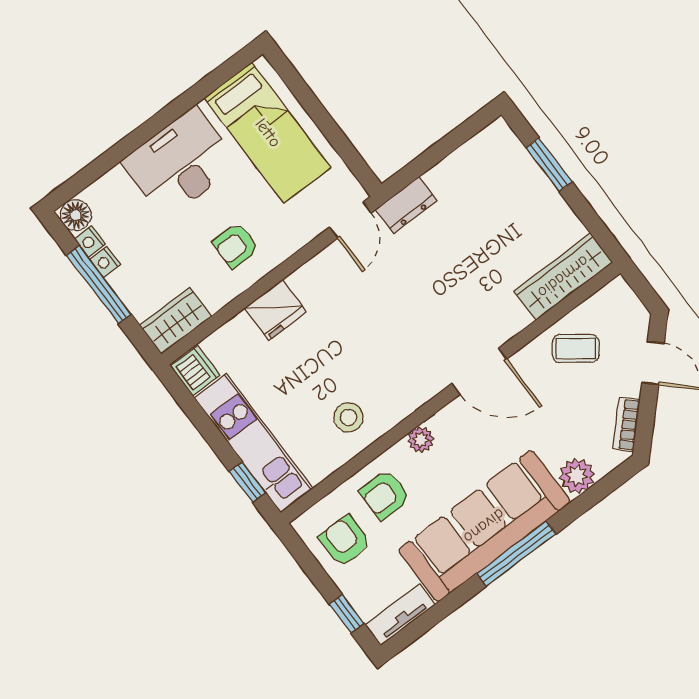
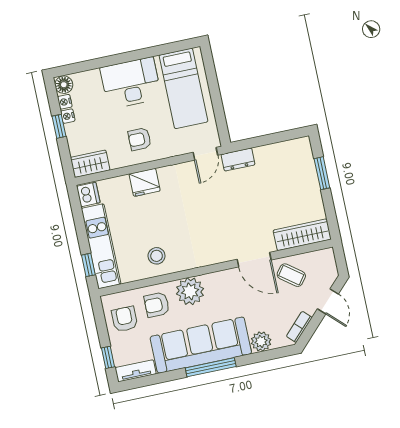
window: (99, 285) -> (59, 126), width x0.46
door: (479, 371) -> (254, 260), moved
plant: (421, 440) -> (190, 291), width x1.88, depth x1.88

